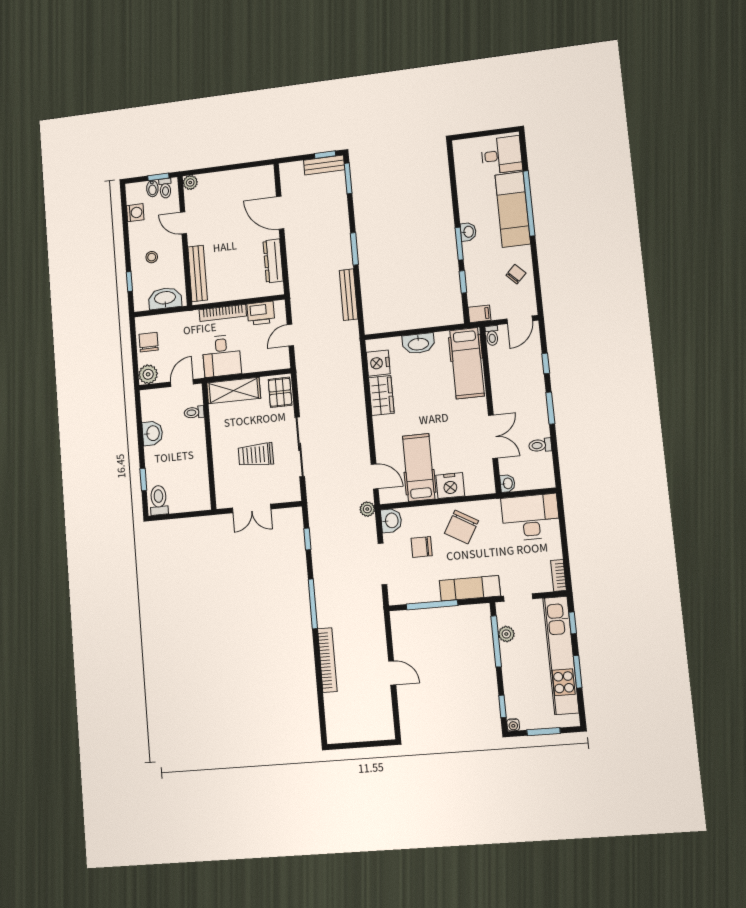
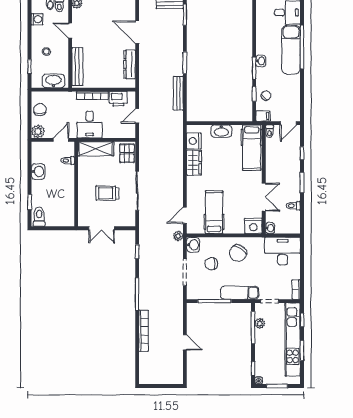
chair: (516, 274) -> (266, 96), moved
door: (375, 476) -> (185, 215), swing flipped
nightstand: (450, 486) -> (253, 226), moved

